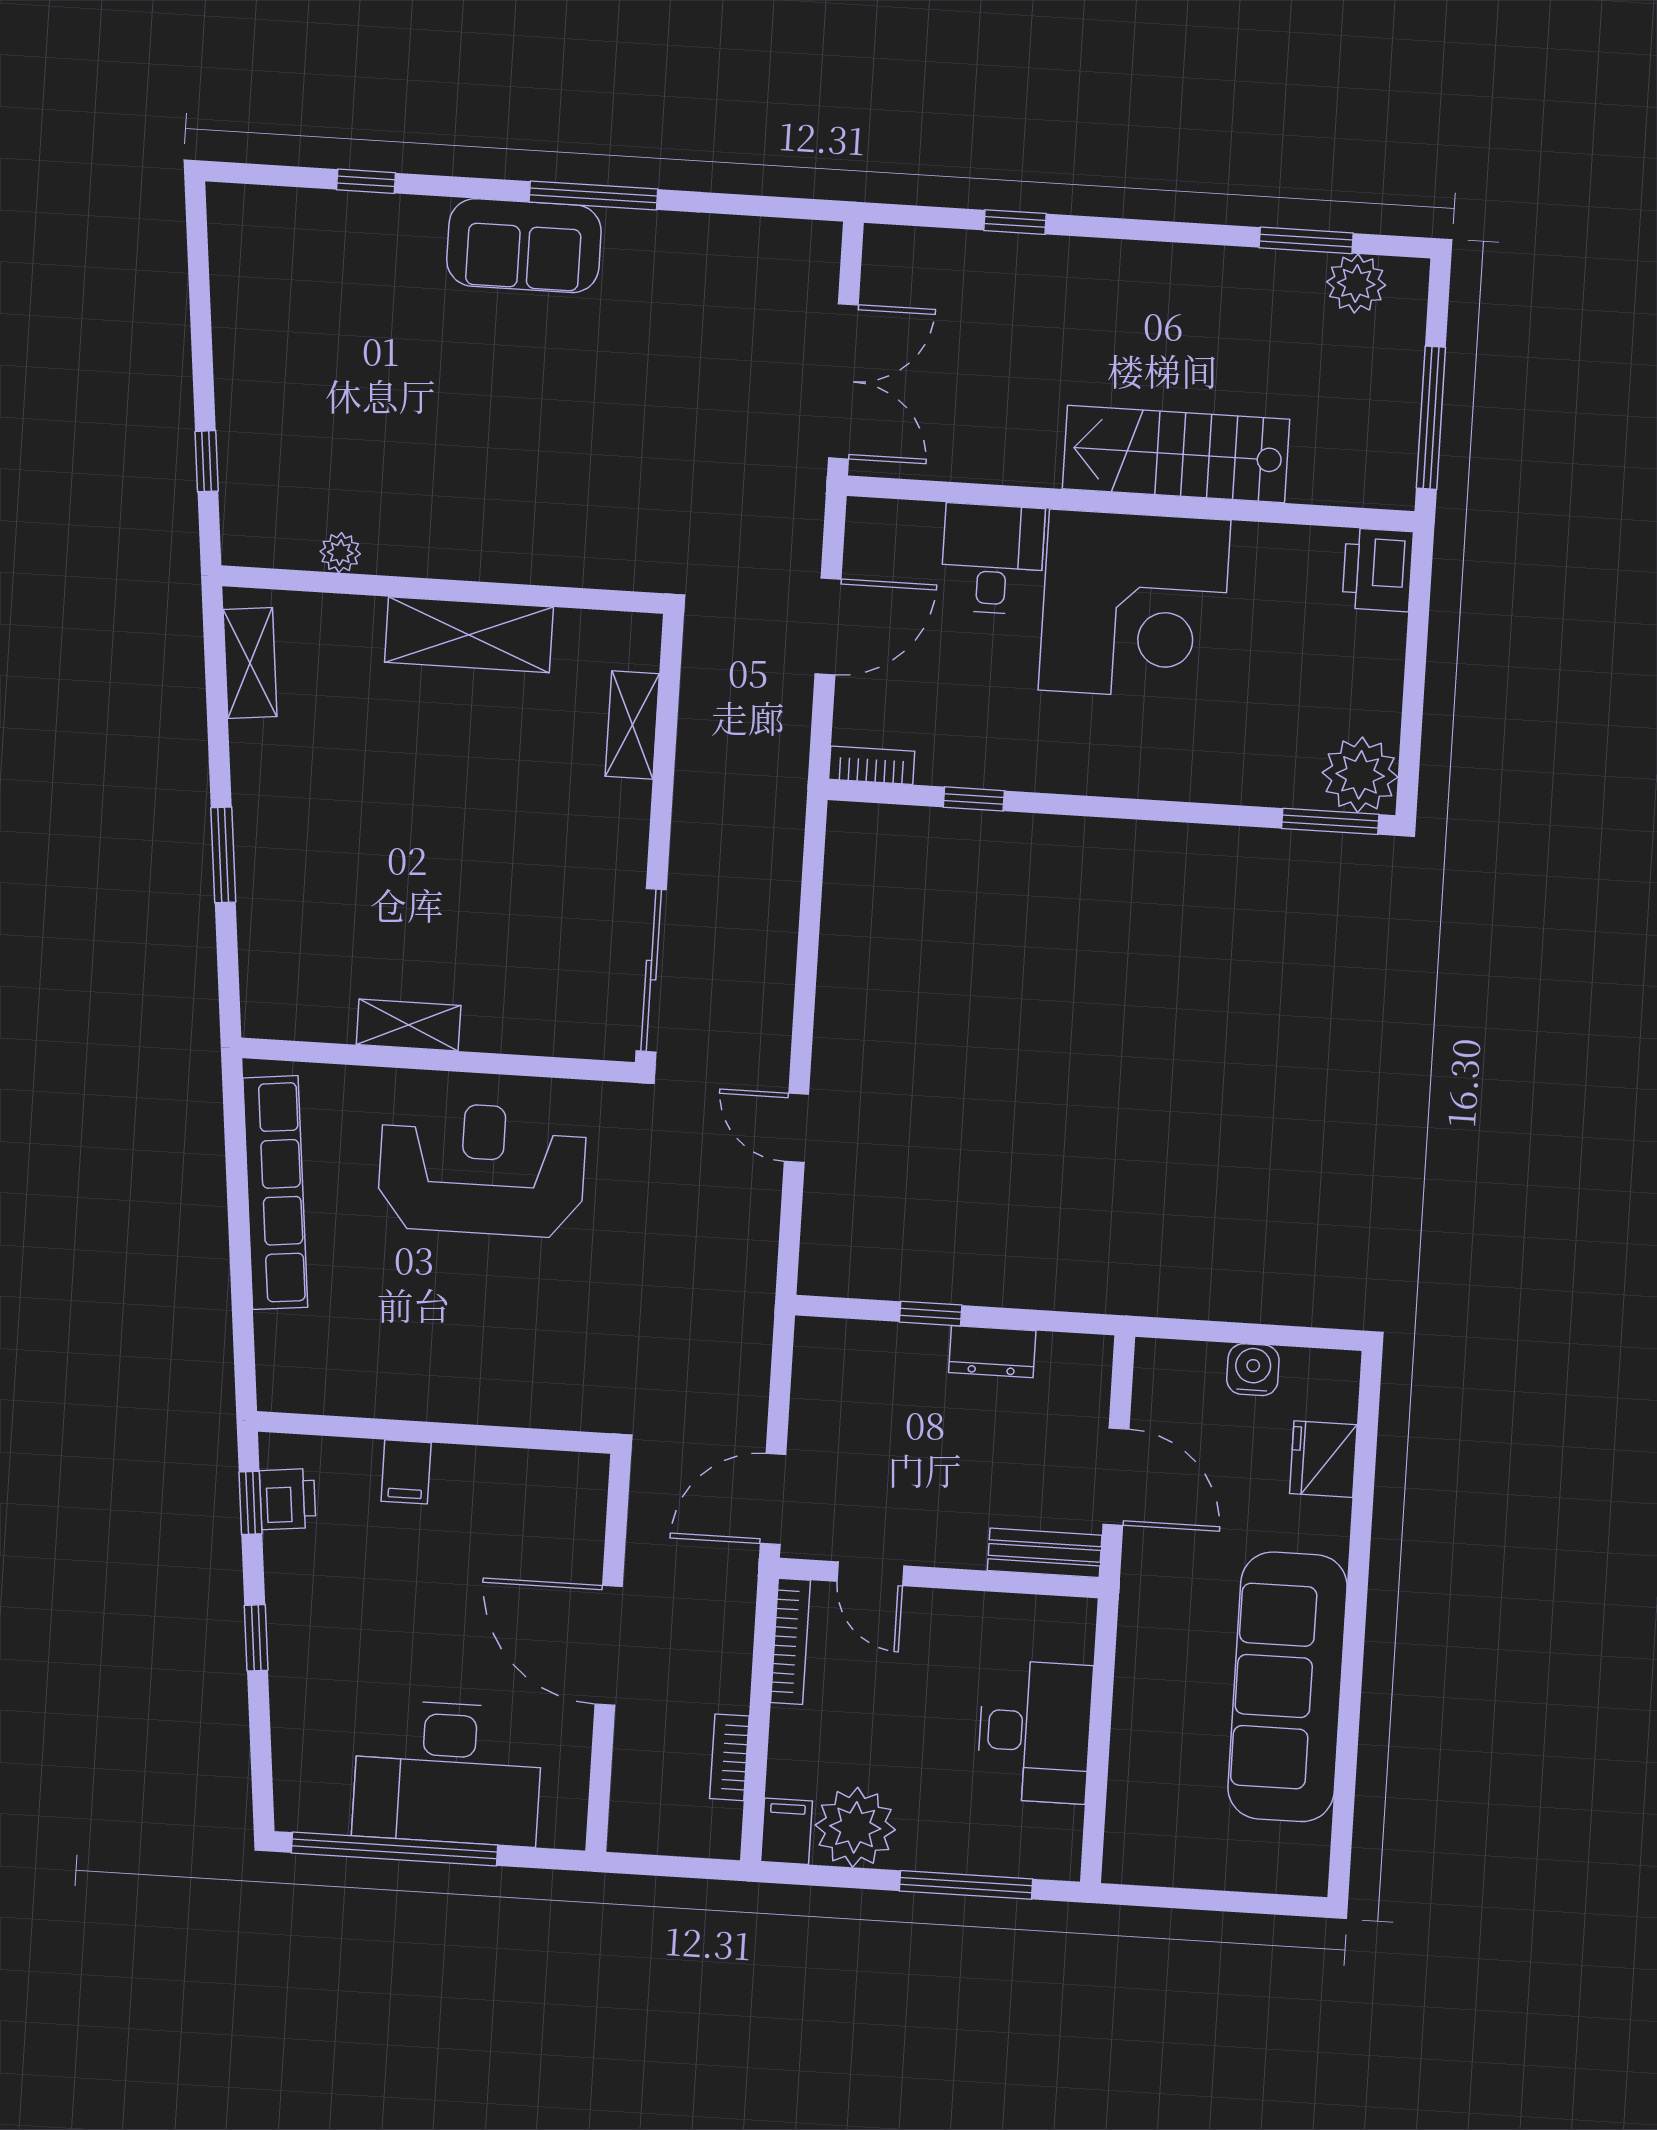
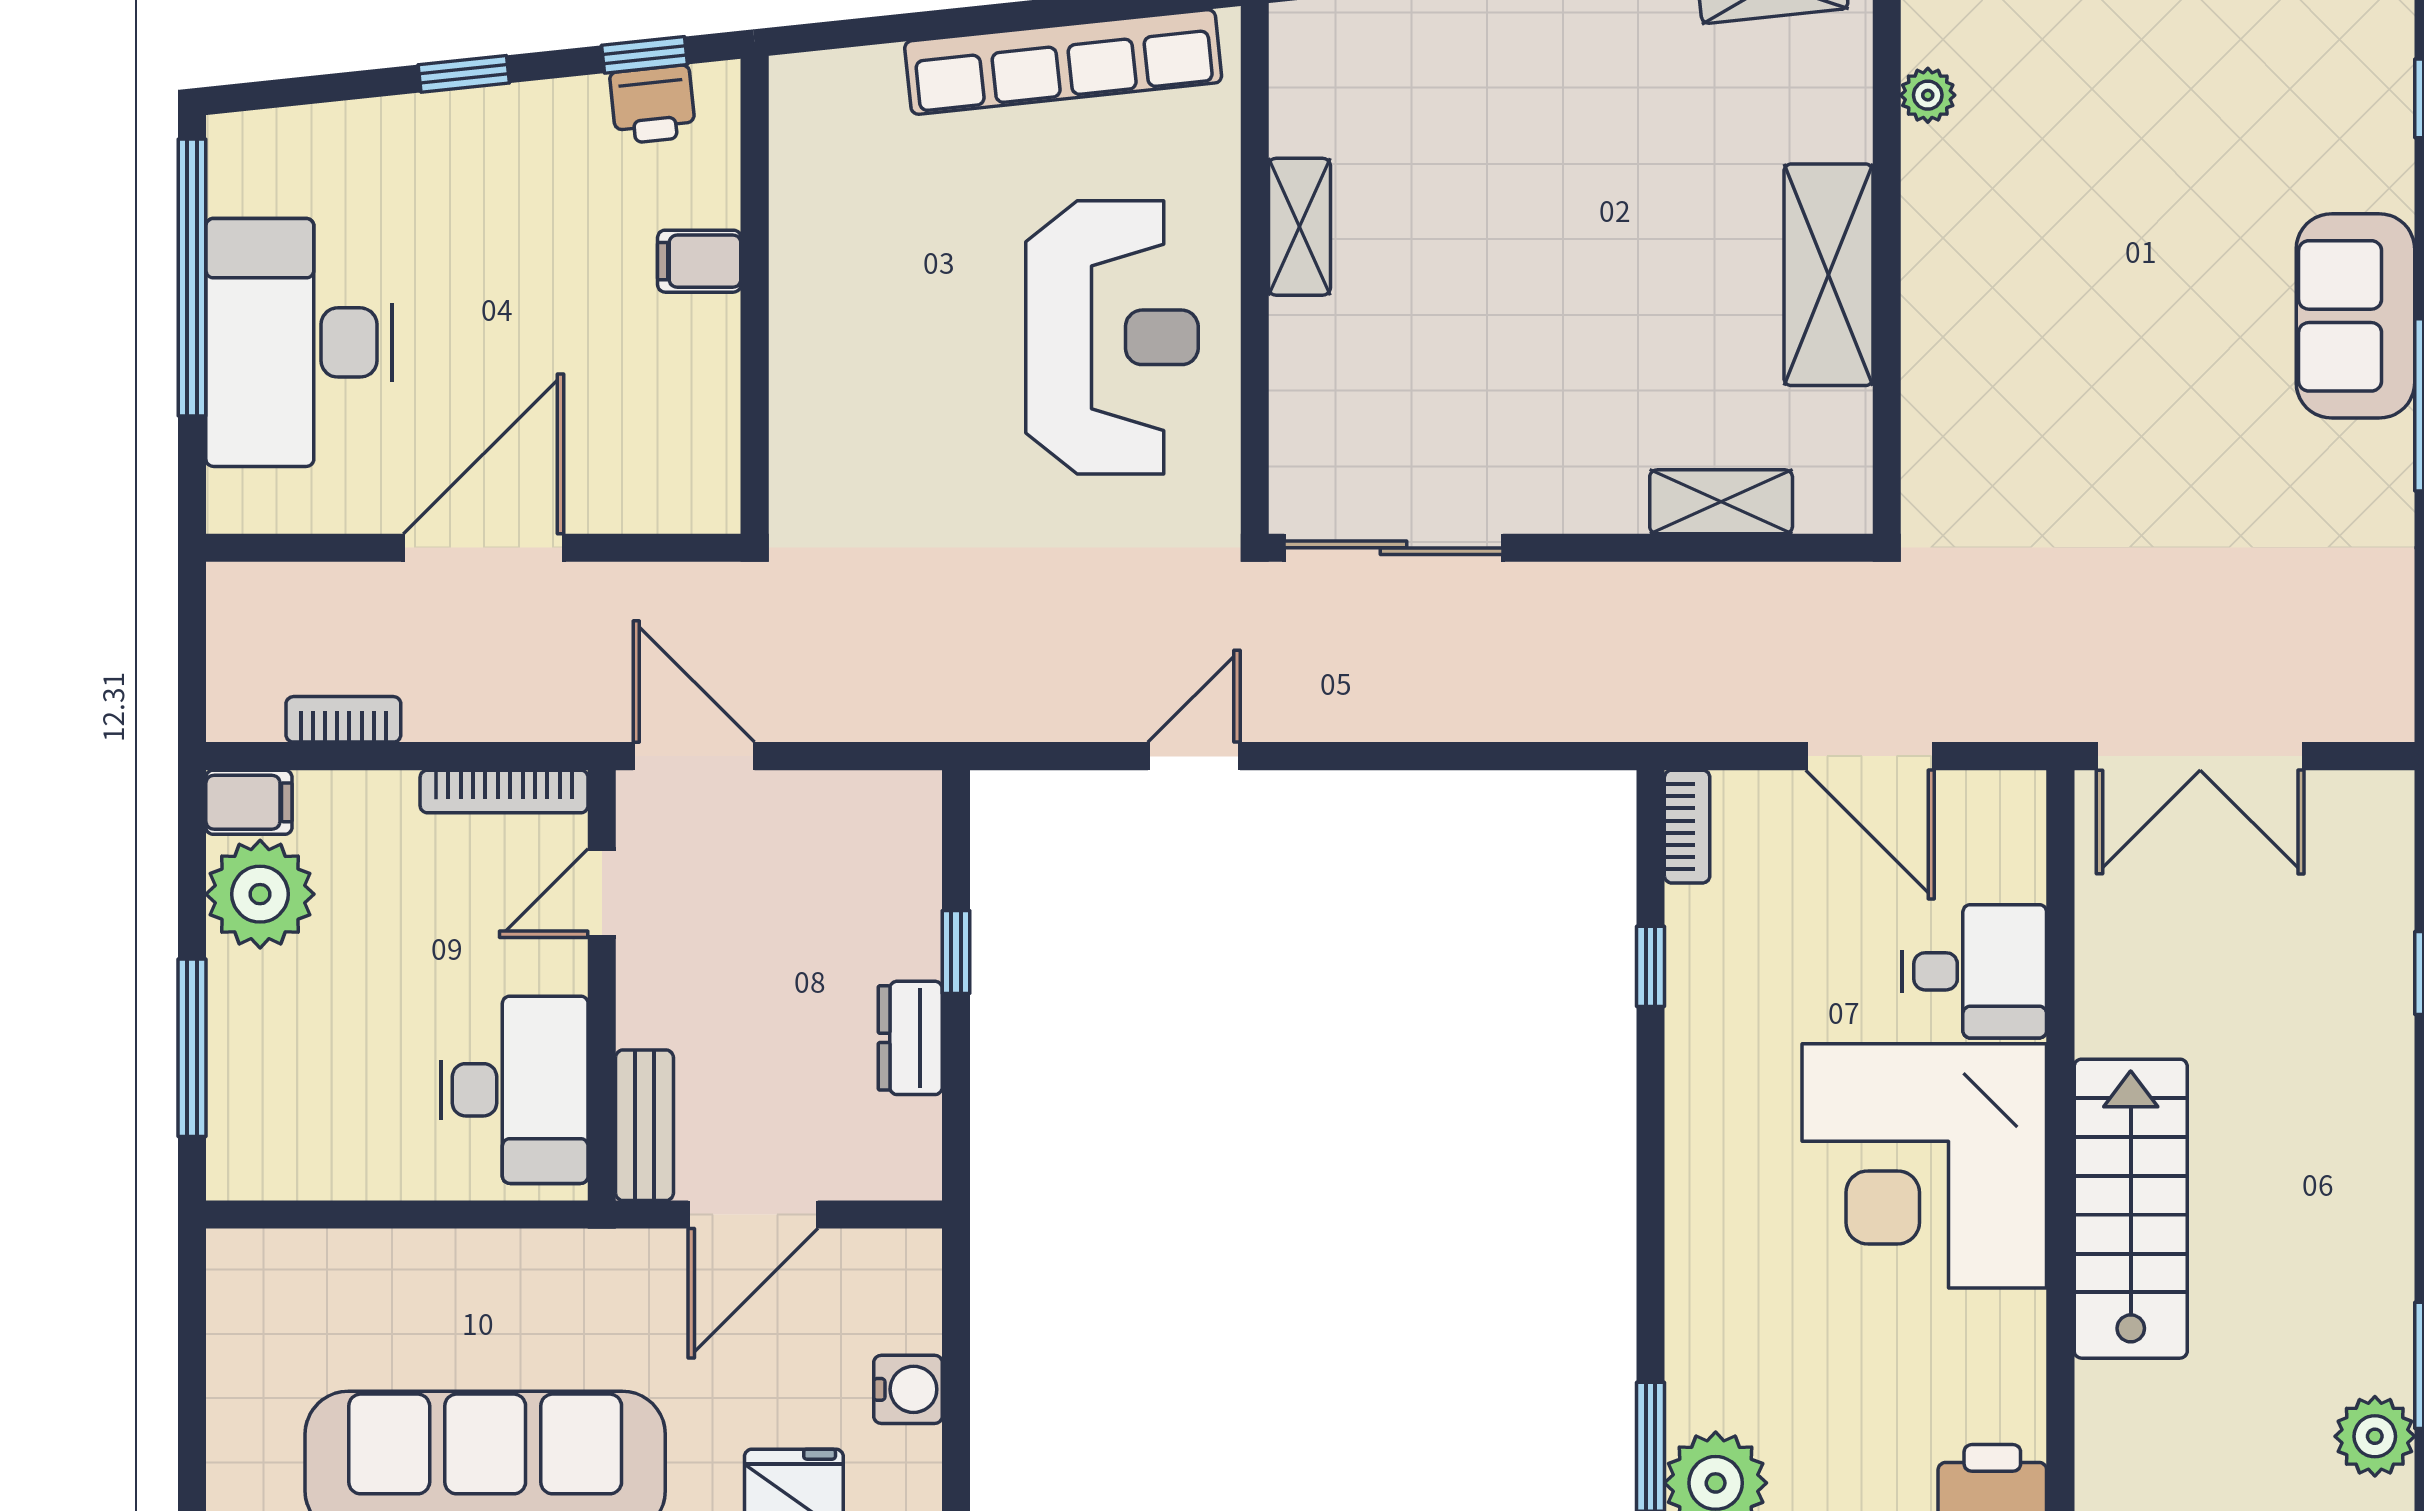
desk: (1035, 1732) -> (514, 1090), moved, turned -90

